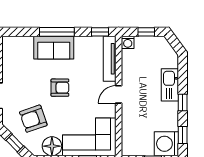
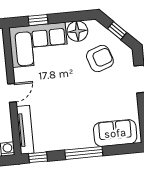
sofa: (54, 48) -> (115, 133), moved
armchair: (60, 88) -> (75, 94), removed

